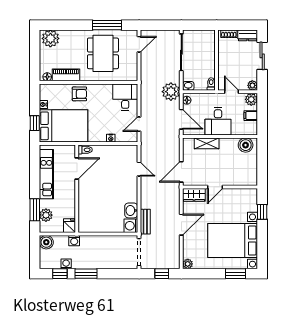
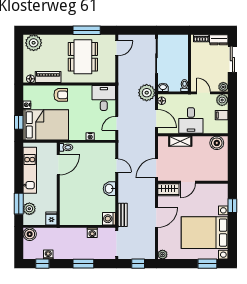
washbasin: (131, 210) -> (109, 189), moved
washing machine: (74, 241) -> (92, 233), moved
window: (86, 274) -> (83, 264), moved

